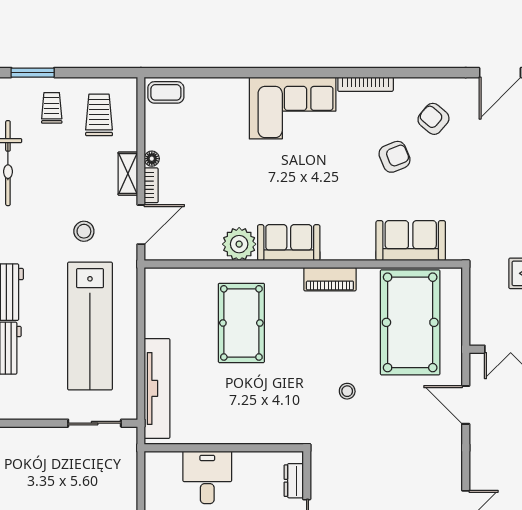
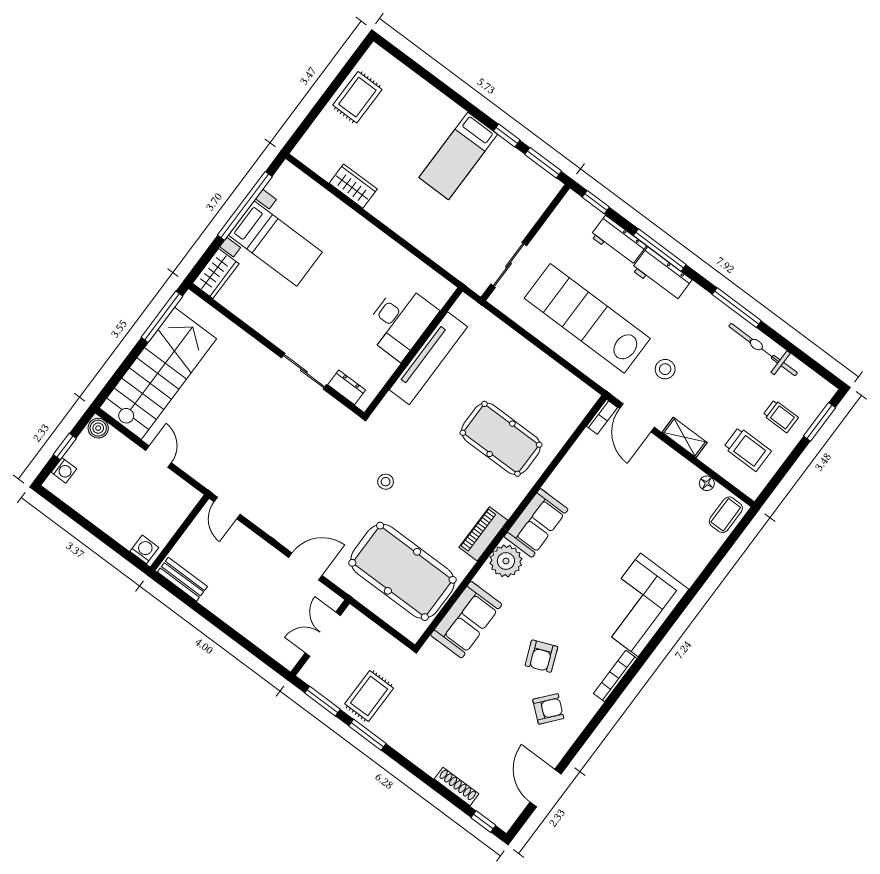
floor lamp: (152, 159) -> (707, 483), moved
bookcase: (151, 185) -> (602, 417), moved, turned -90
plant: (239, 244) -> (506, 561), moved
tv unit: (157, 388) -> (428, 358), moved, turned -90
desk: (207, 477) -> (400, 322), width x1.37

